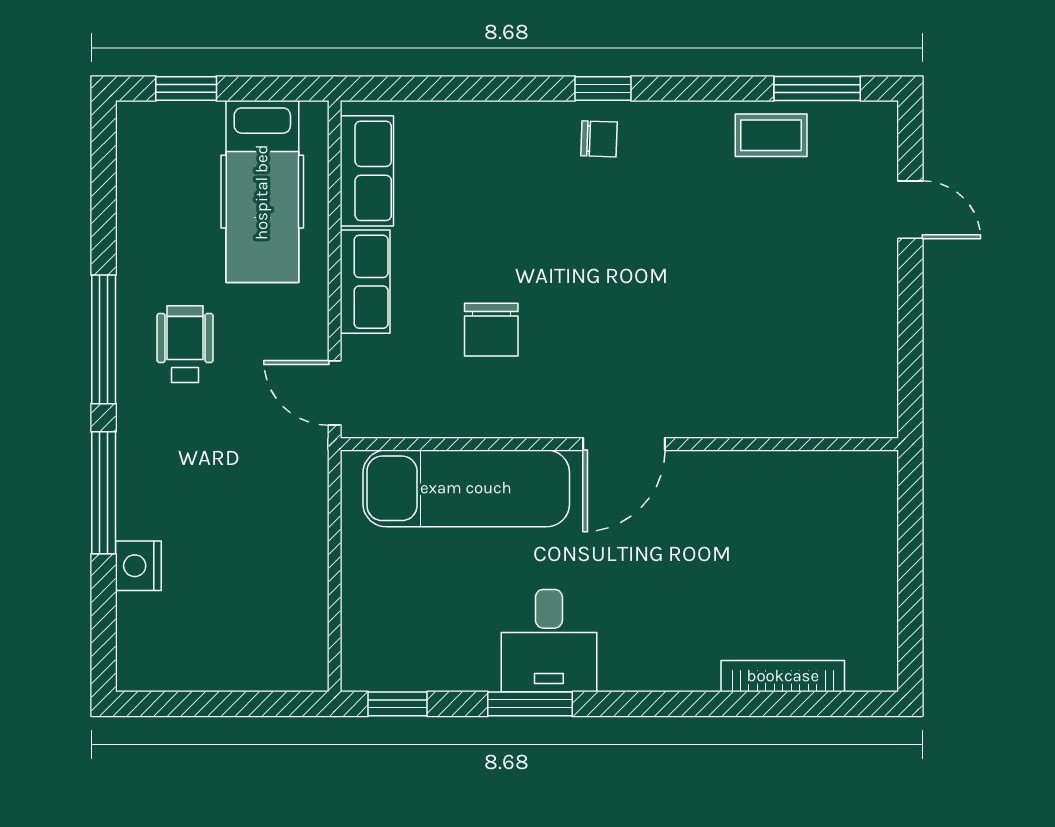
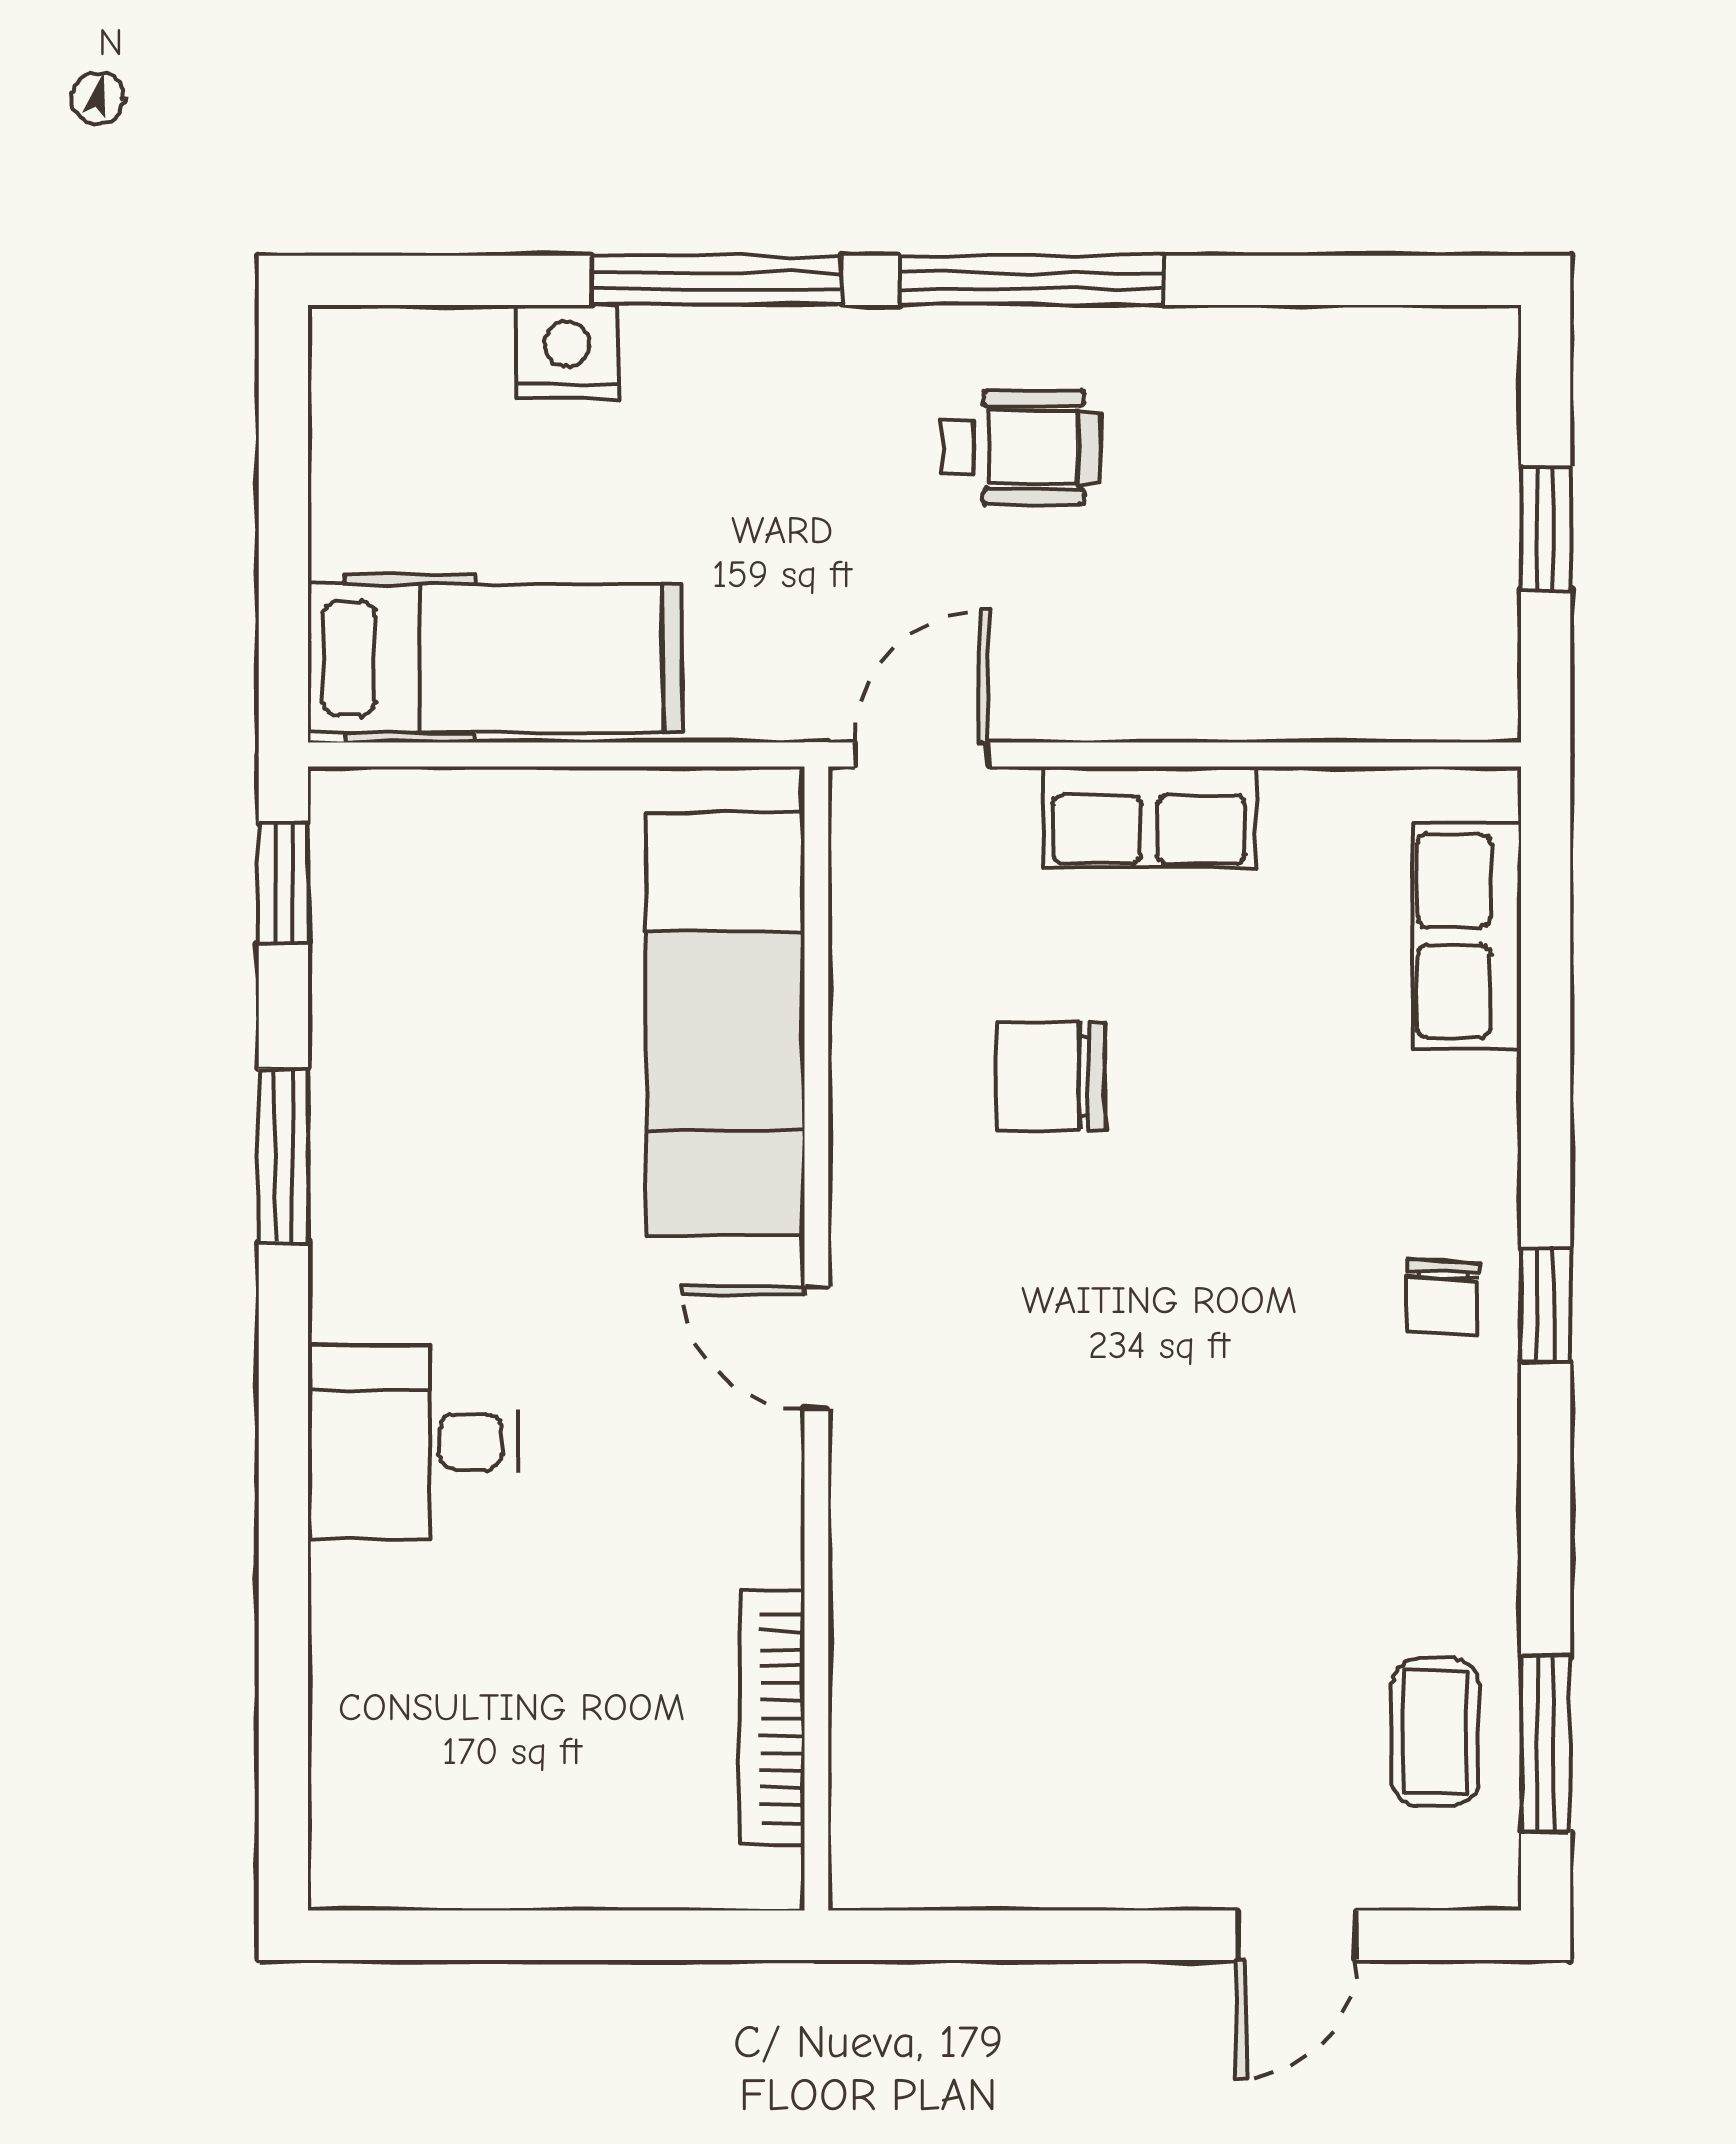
window: (186, 88) -> (1546, 528), moved
coffee table: (771, 135) -> (1436, 1732), moved
row of seats: (367, 171) -> (1467, 936), moved, turned 90
hospital bed: (262, 192) -> (495, 658), moved, turned 180
door: (624, 444) -> (816, 1348), width x0.73
desk: (549, 641) -> (413, 1442), moved
bookcase: (783, 676) -> (772, 1718), moved, turned 180

